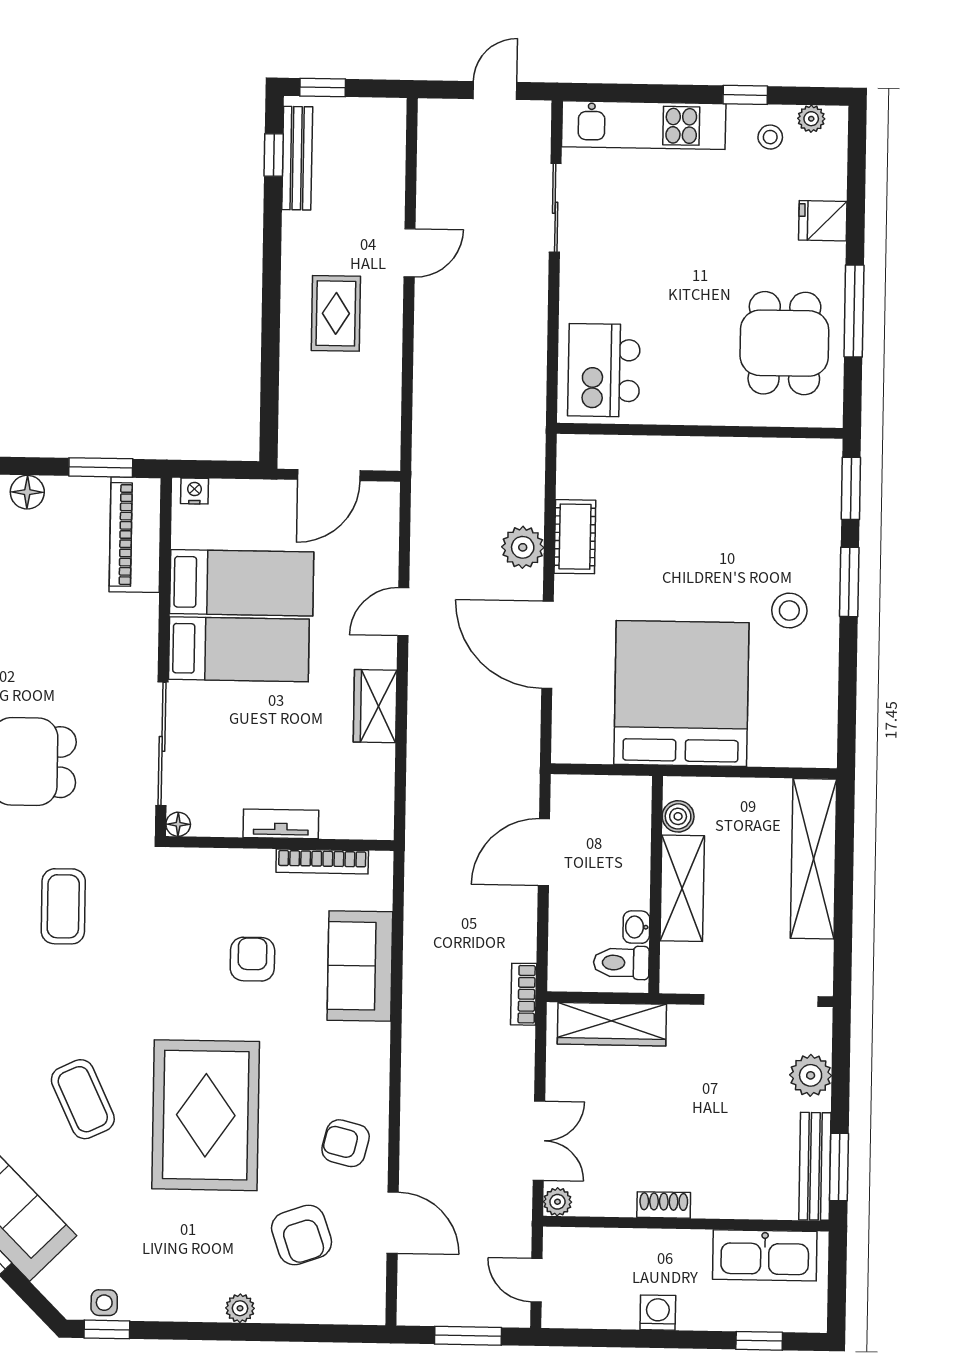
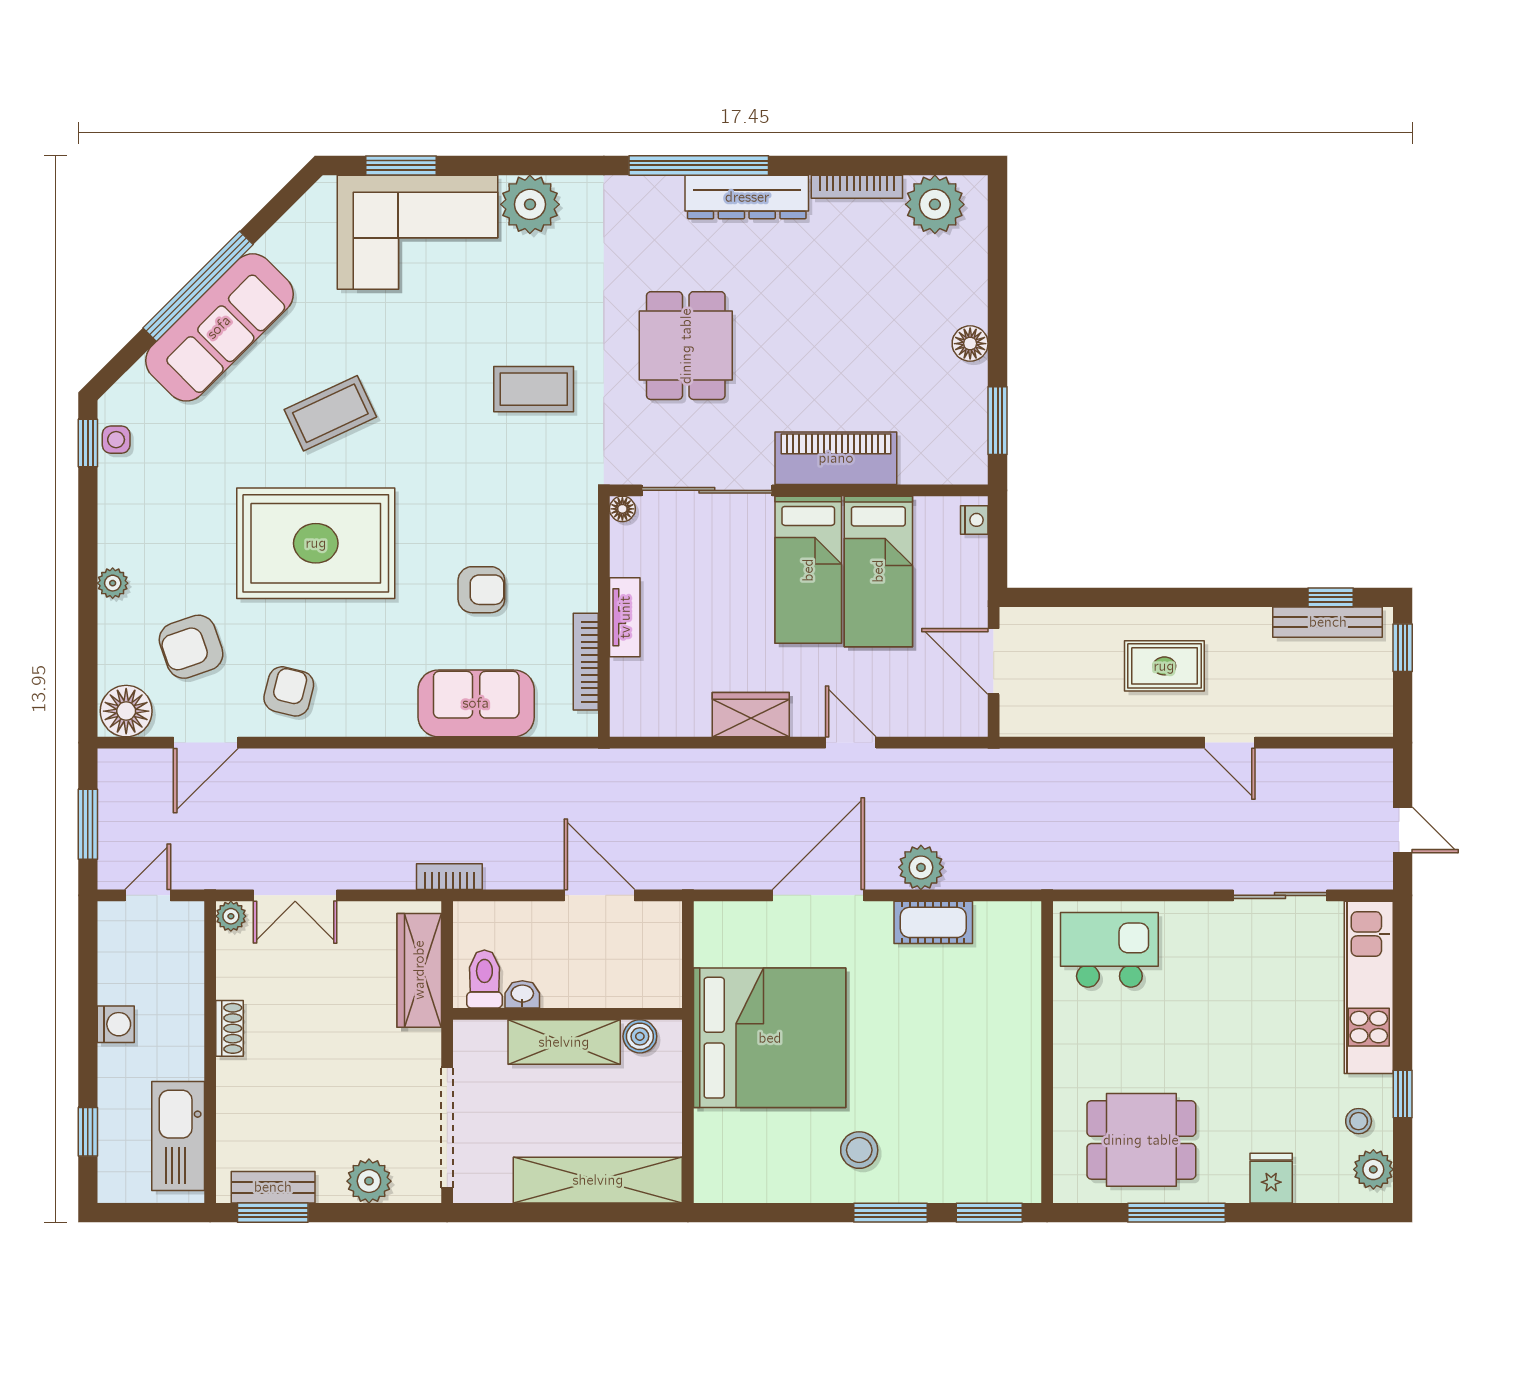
plant: (811, 119) -> (1373, 1169), width x1.38, depth x1.38
piano: (135, 535) -> (836, 458), moved
bench: (815, 1166) -> (273, 1187), width x0.73
floor lamp: (361, 1298) -> (126, 711), added

